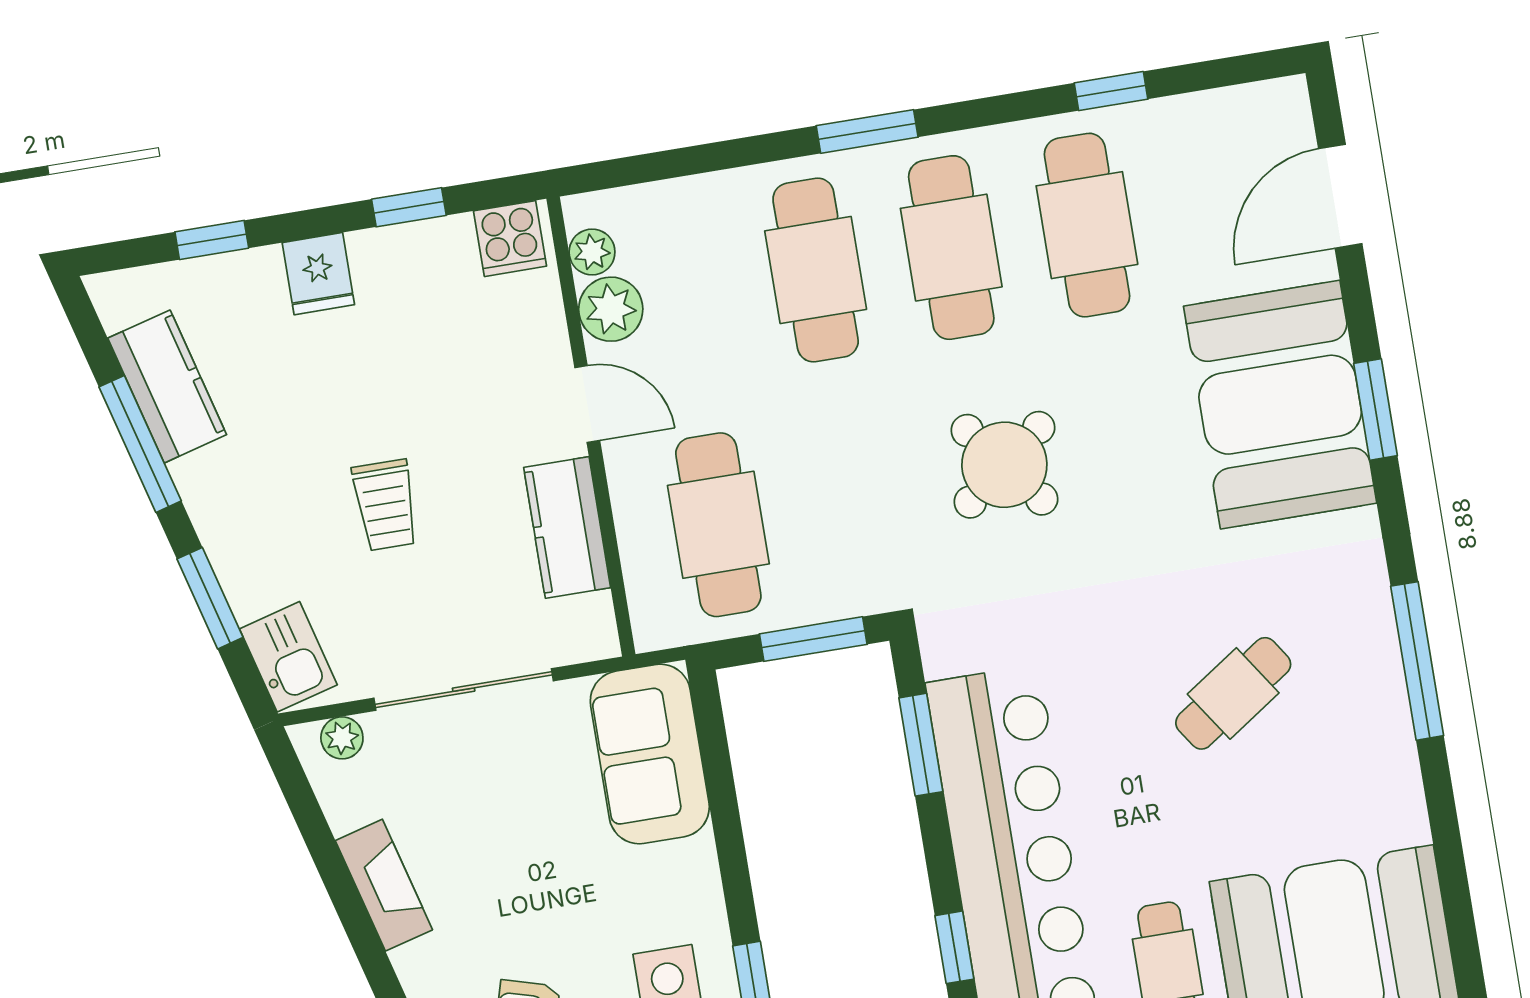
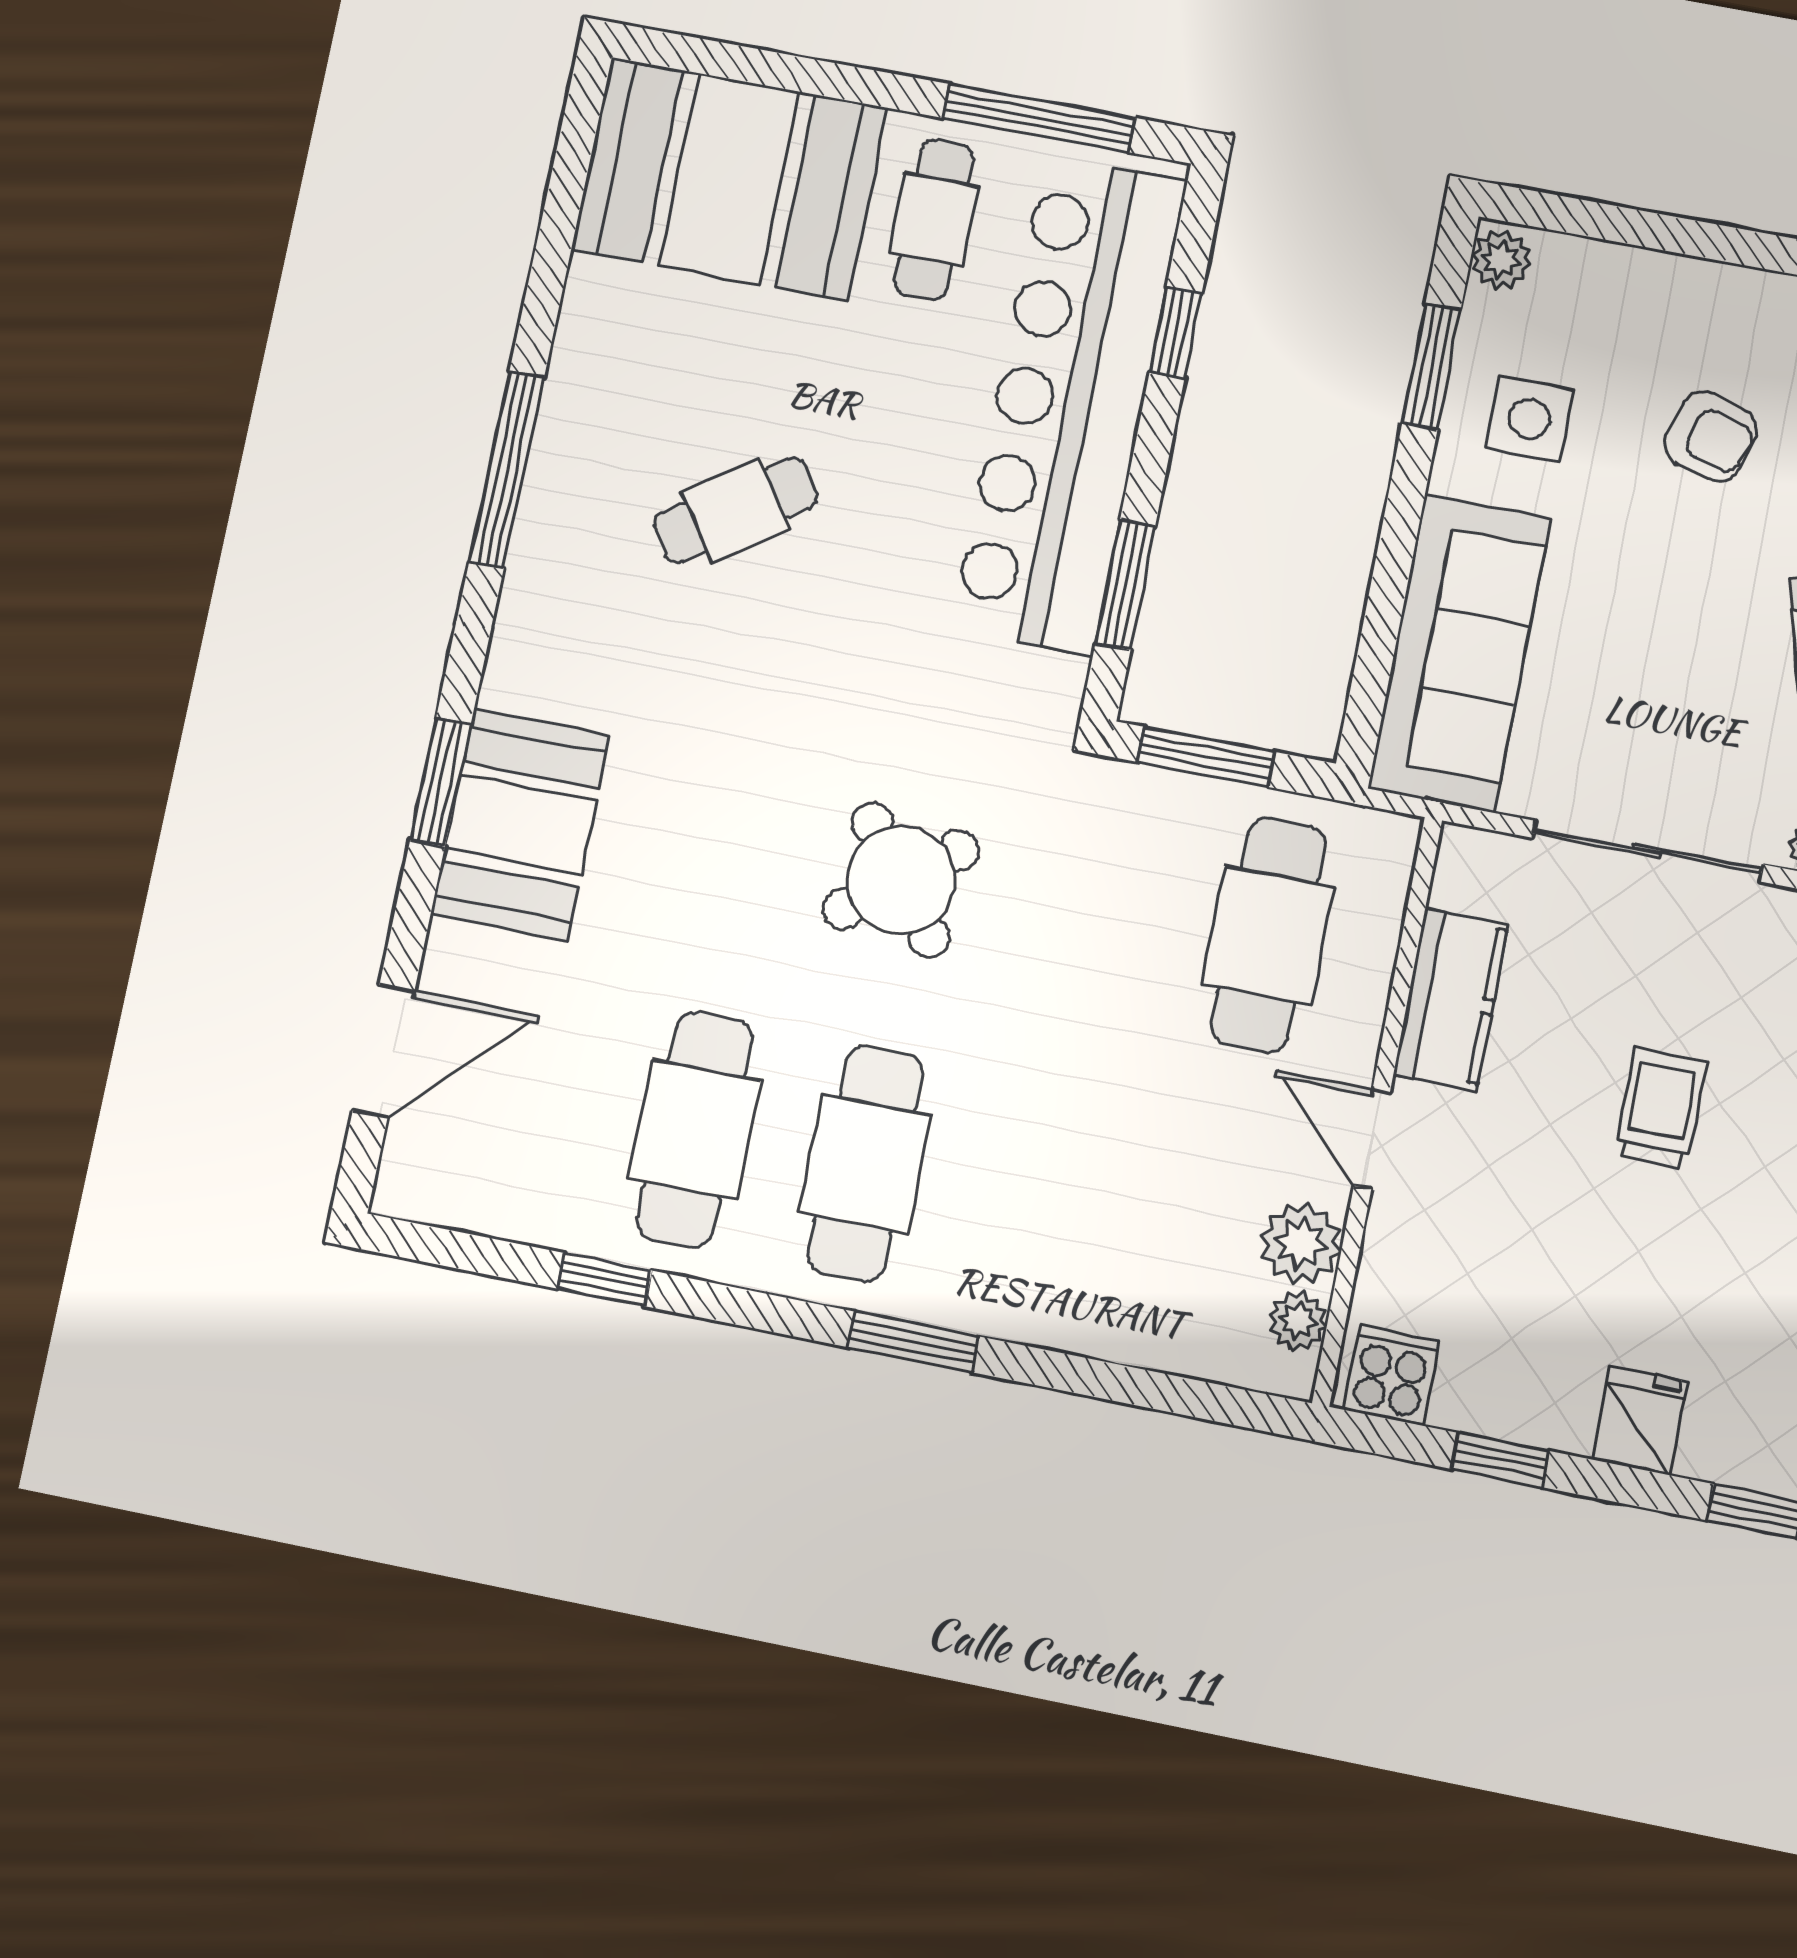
cafe table: (816, 270) -> (1037, 1198), removed
booth: (1280, 405) -> (520, 824), width x0.73, depth x0.70
sofa: (650, 754) -> (1459, 653), width x1.36

